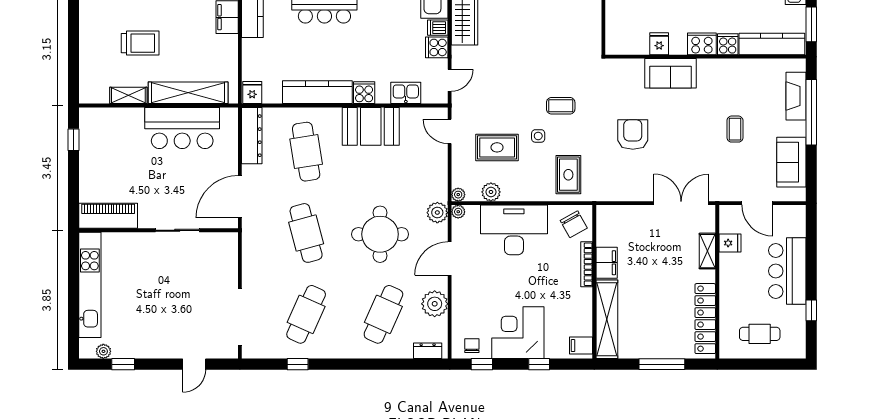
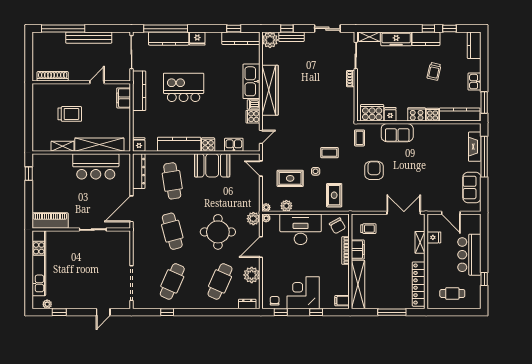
cooker: (630, 41) -> (372, 113), added
coffee table: (735, 129) -> (360, 138), moved
trolley: (624, 229) -> (368, 229), added

